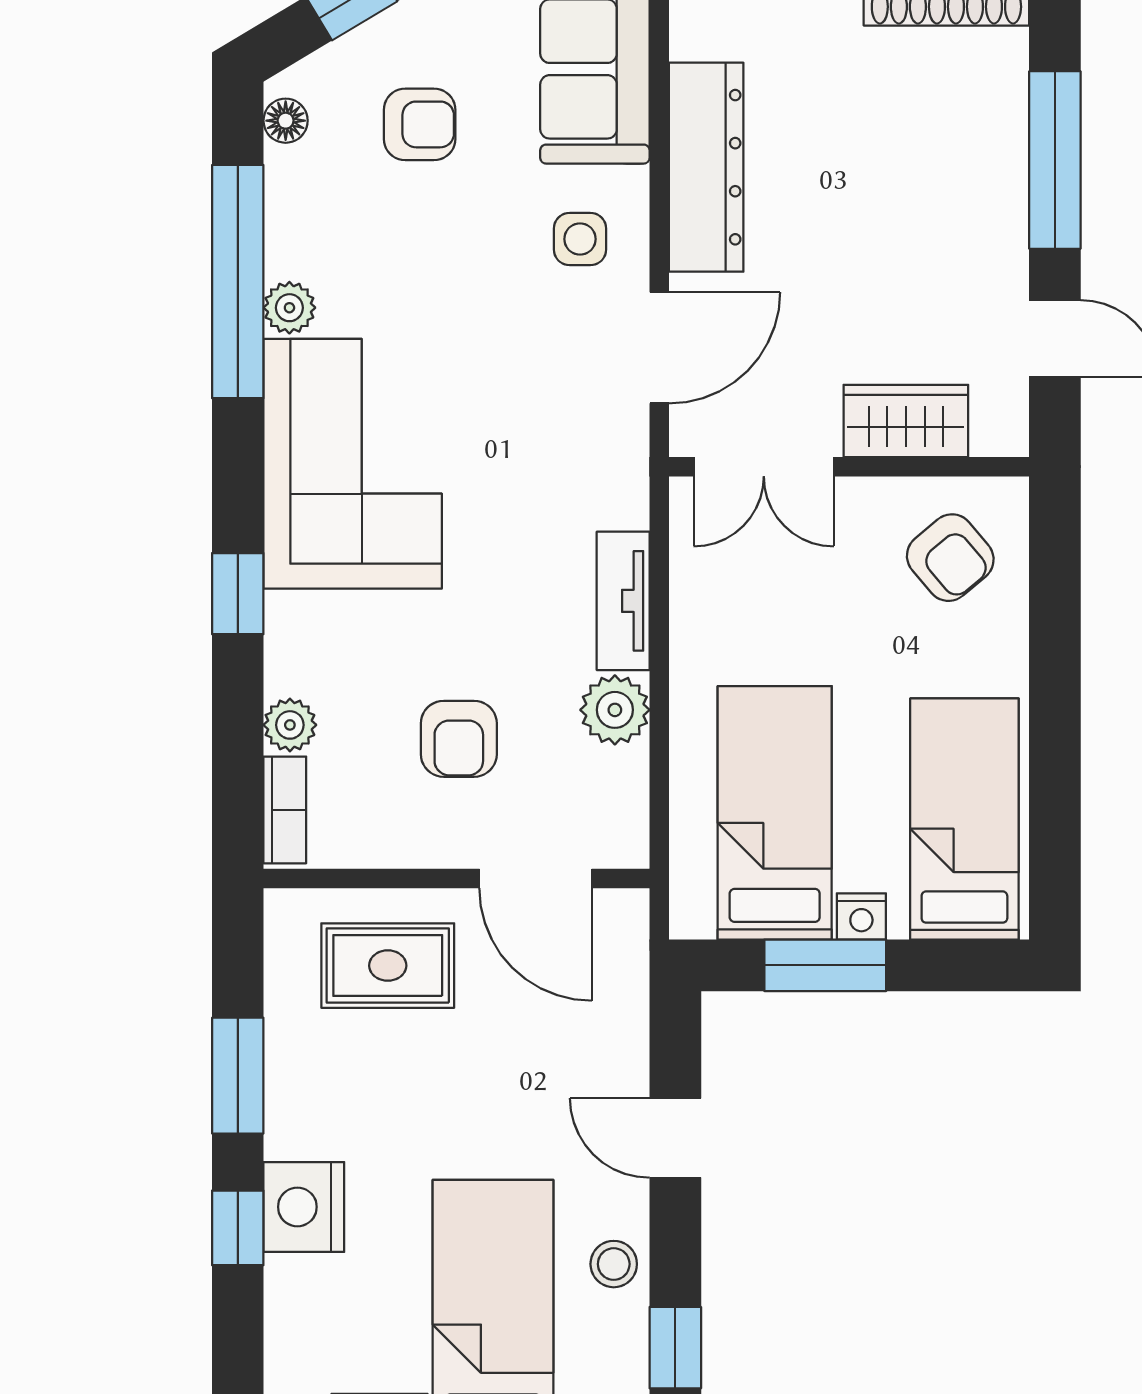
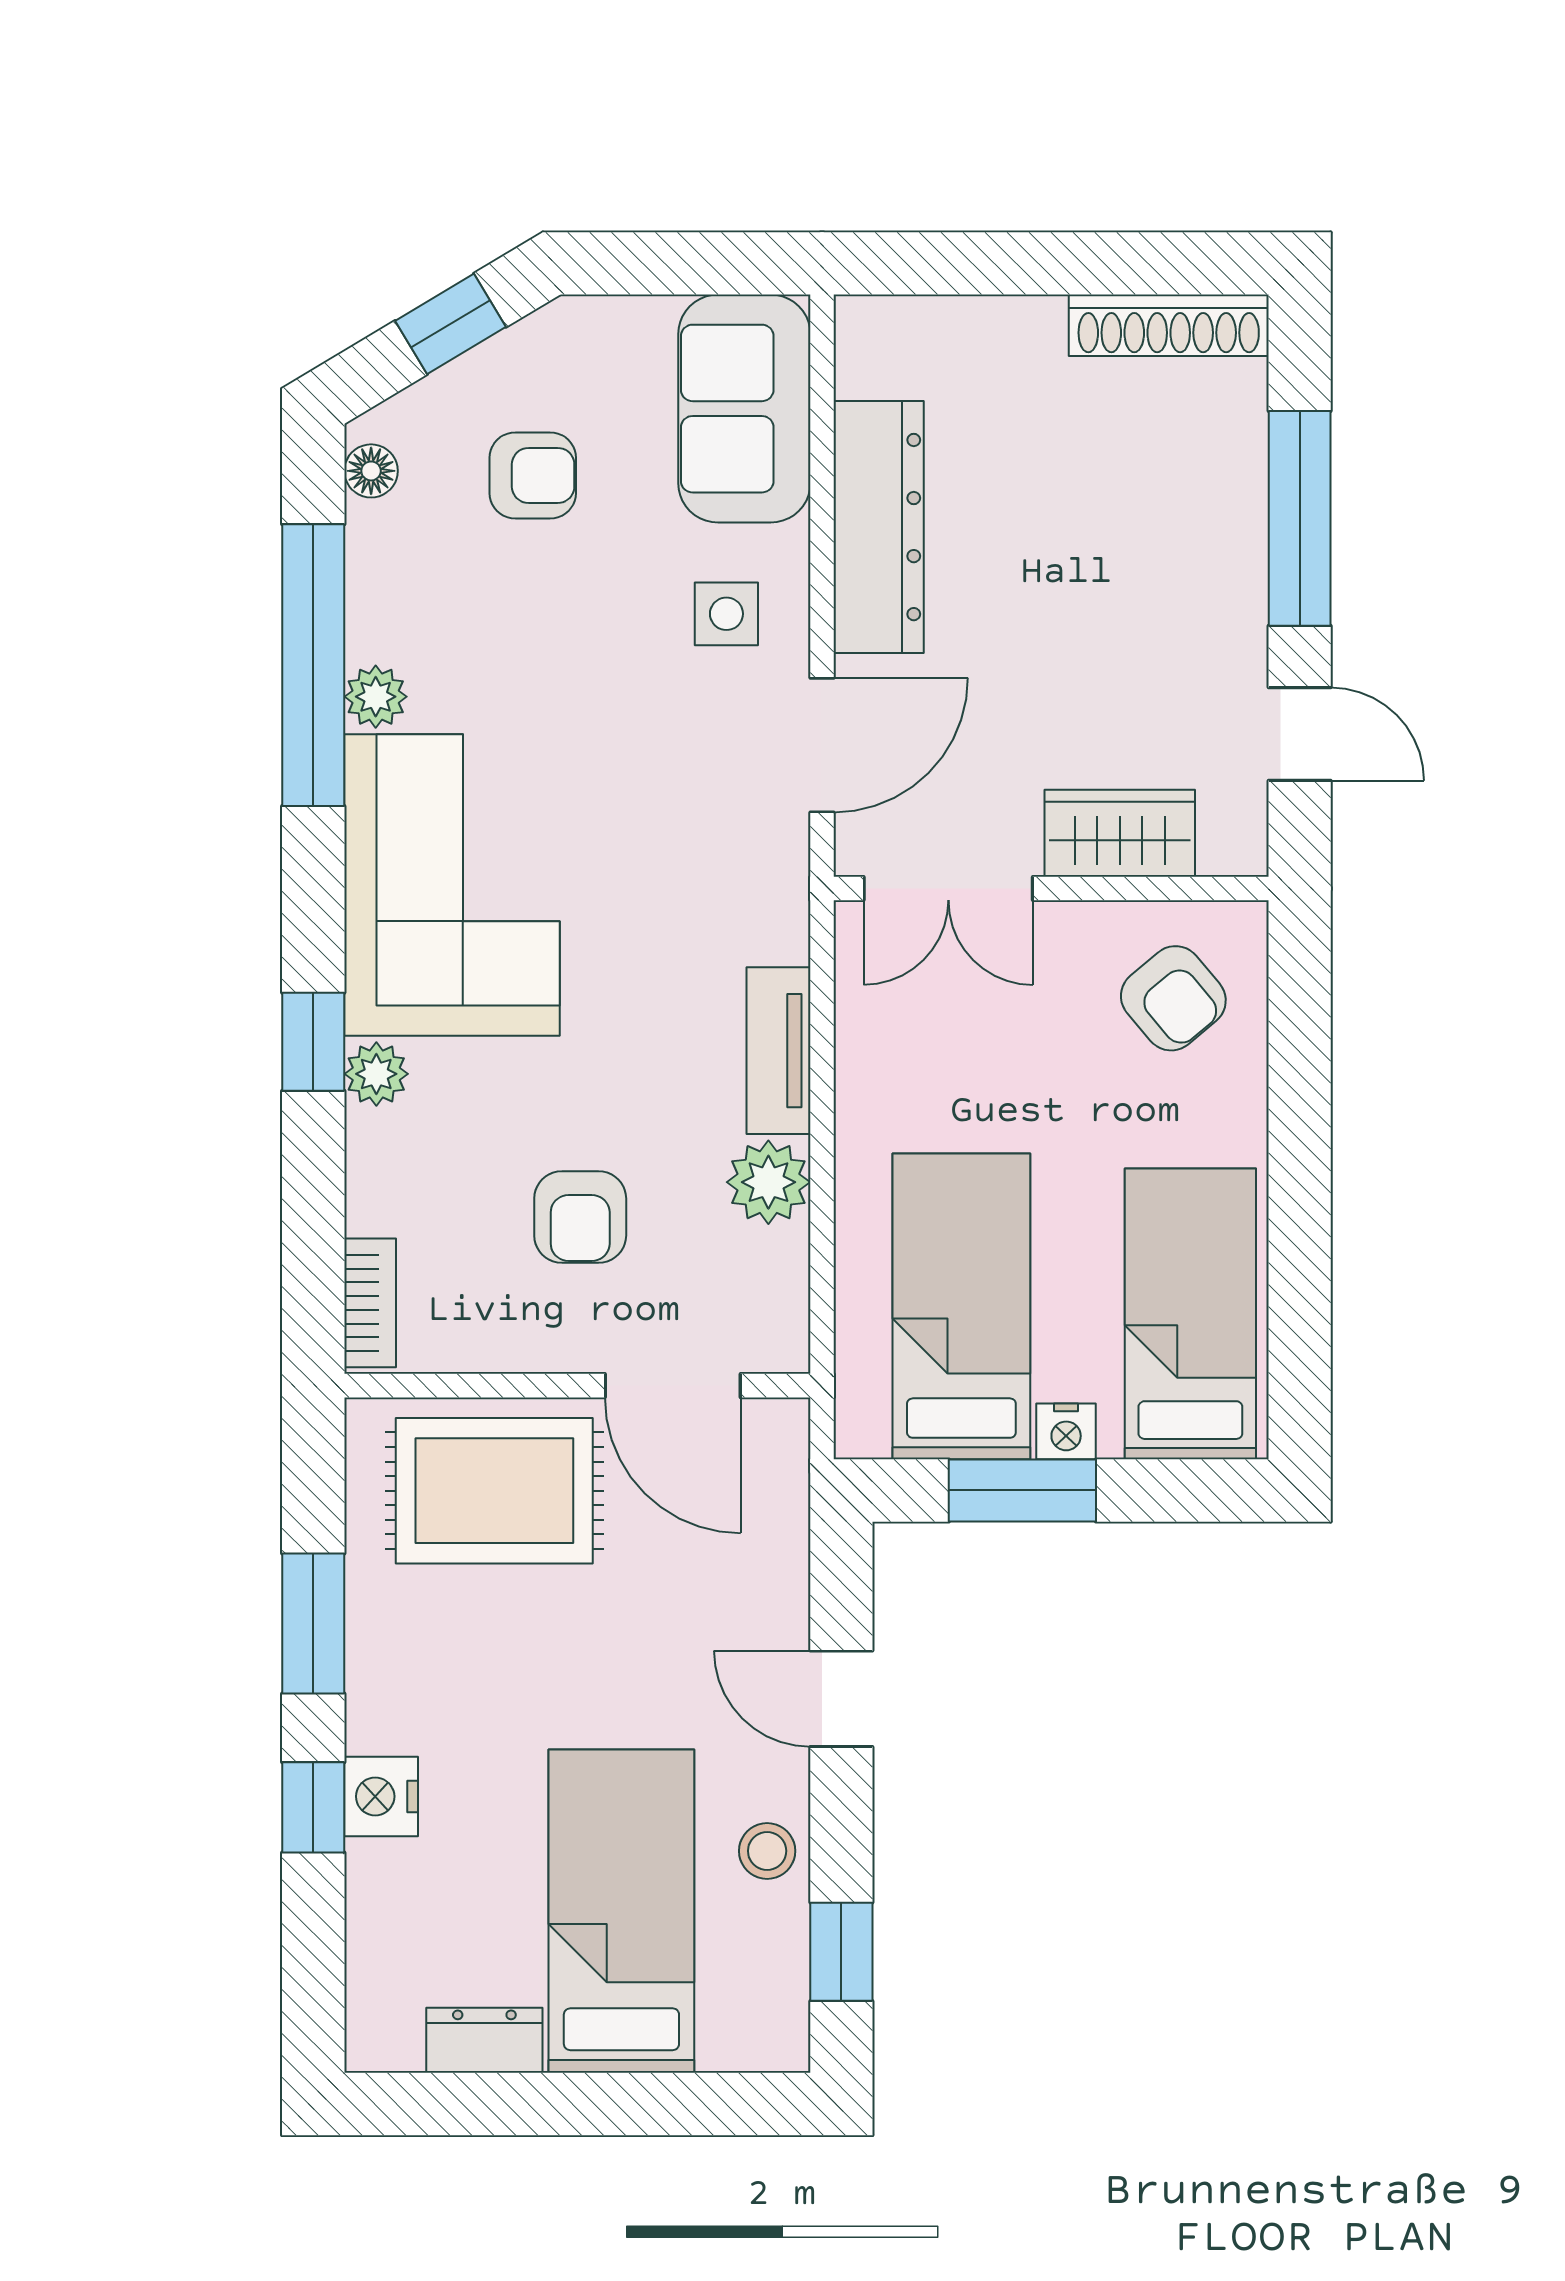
plant: (290, 725) -> (376, 1074), moved
rug: (388, 966) -> (494, 1491), width x1.36, depth x1.43
nightstand: (304, 1207) -> (381, 1796), width x0.74, depth x0.75

